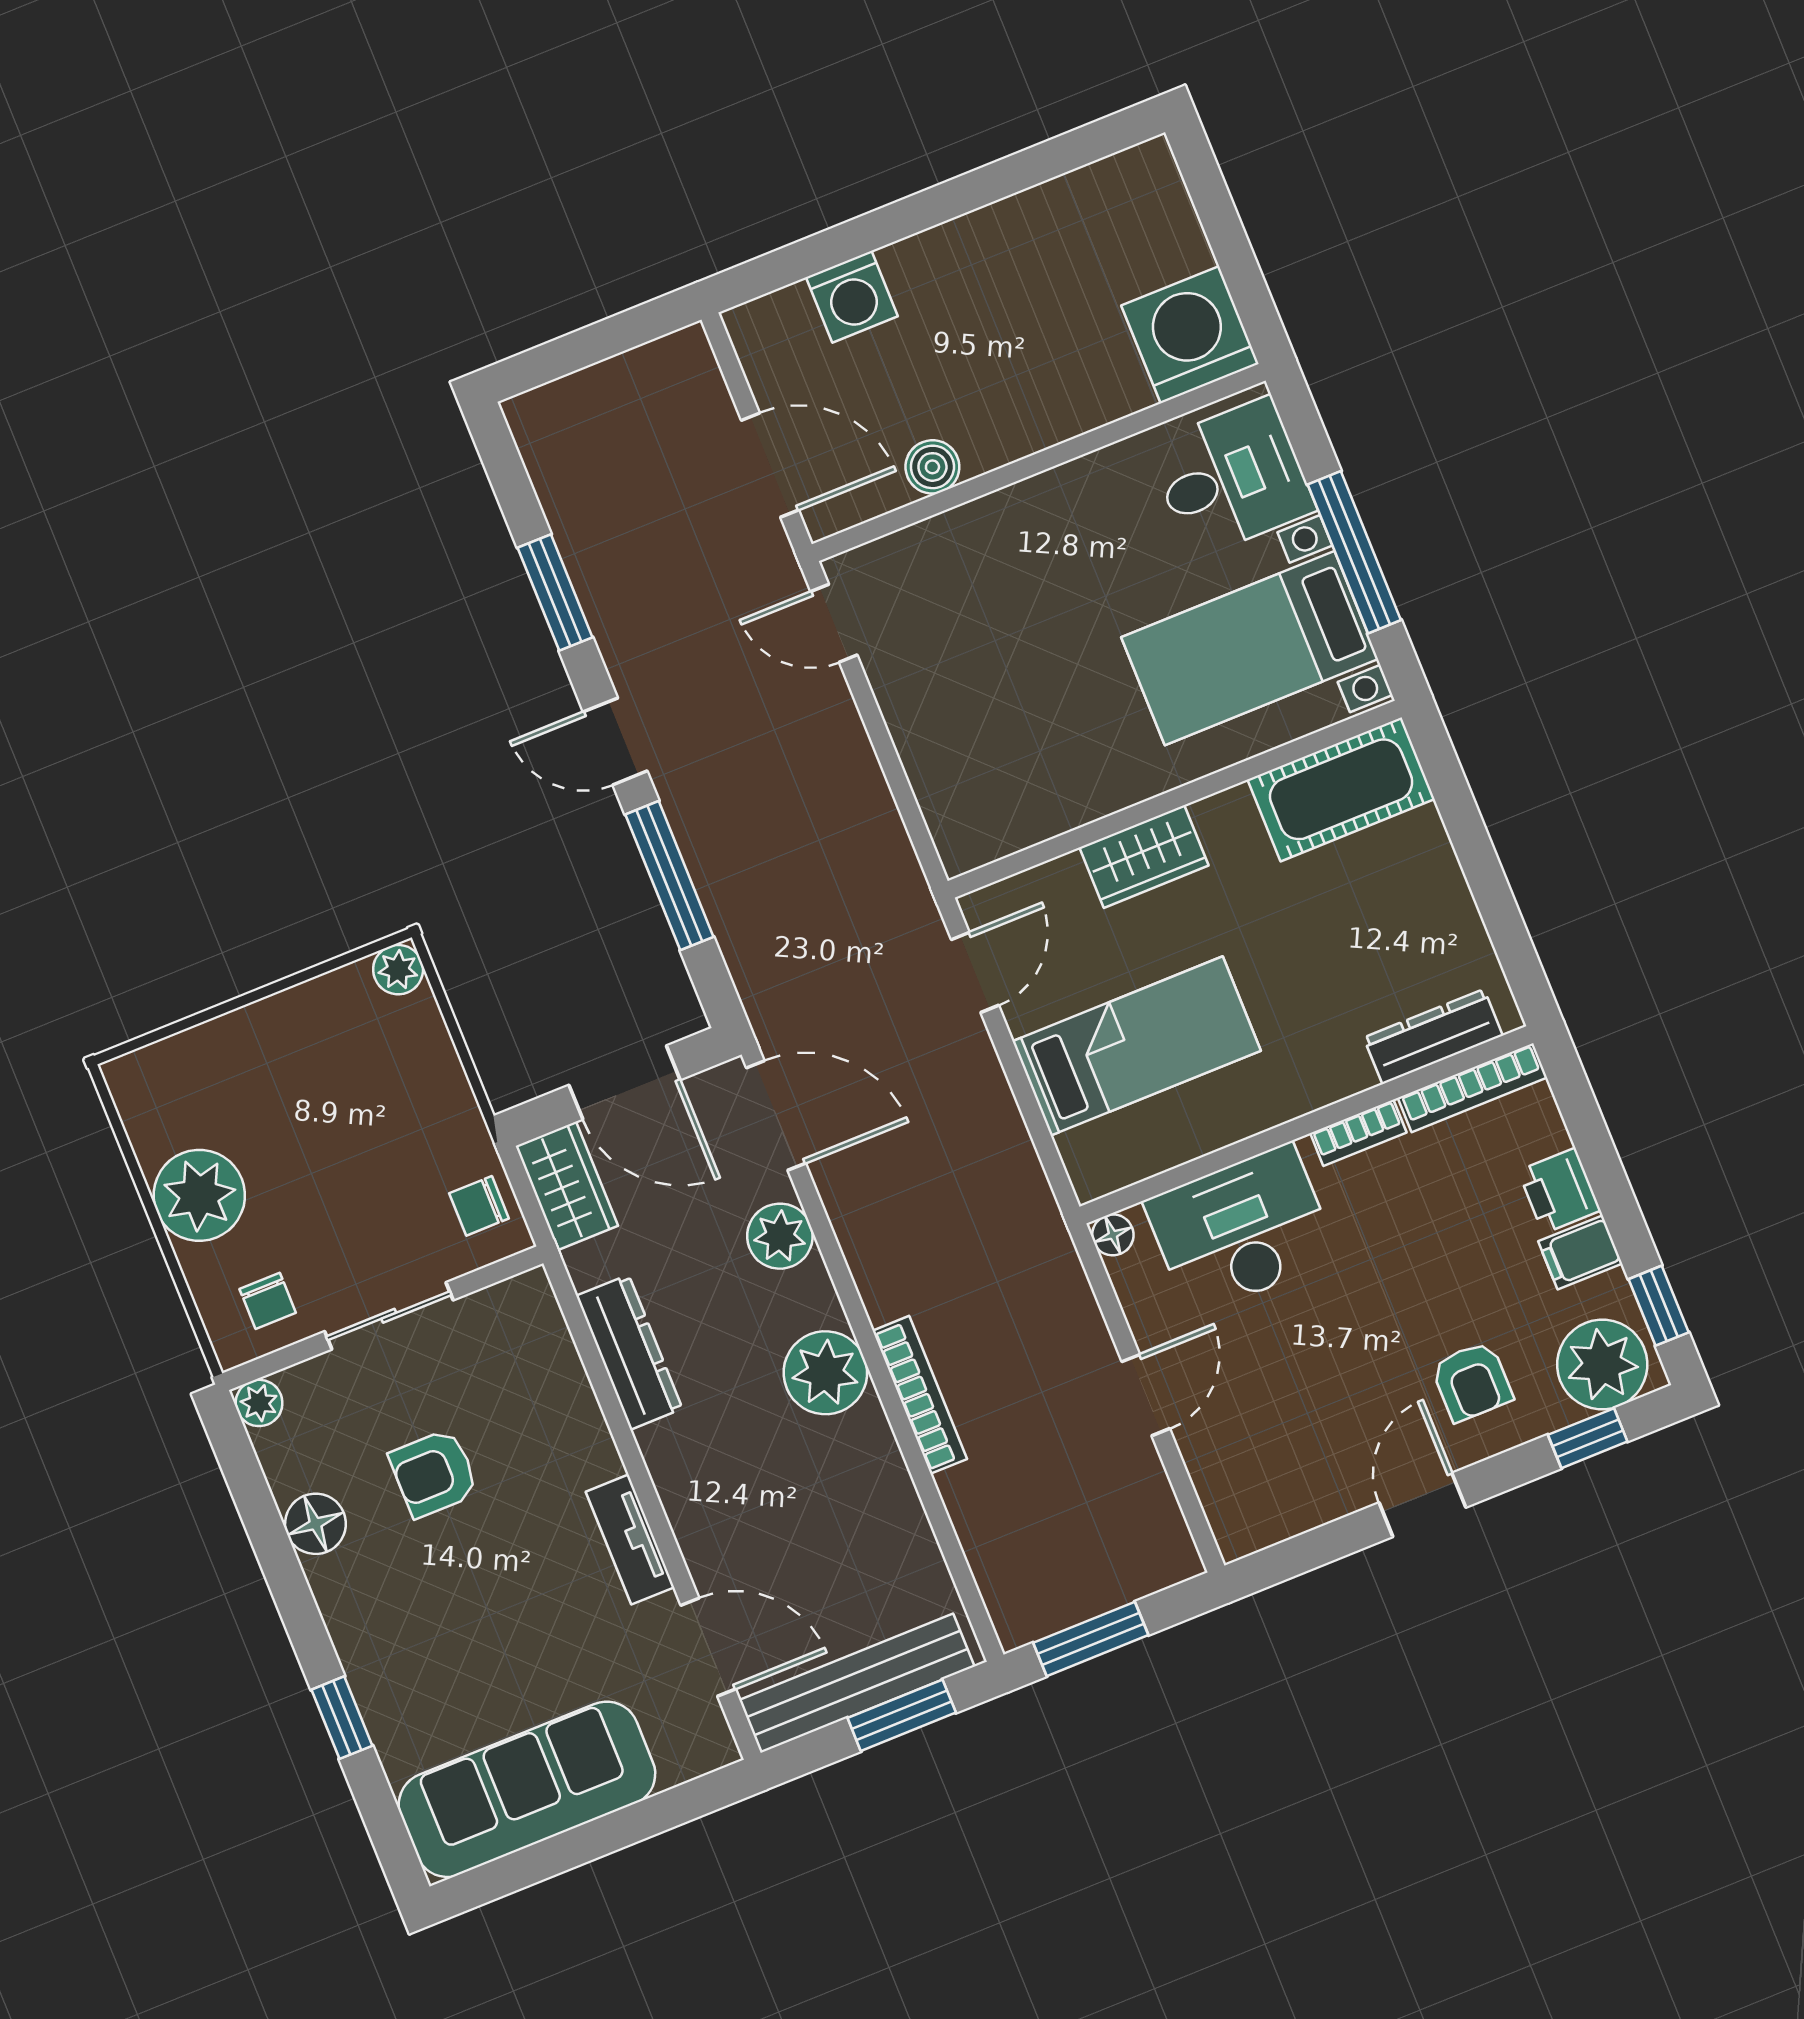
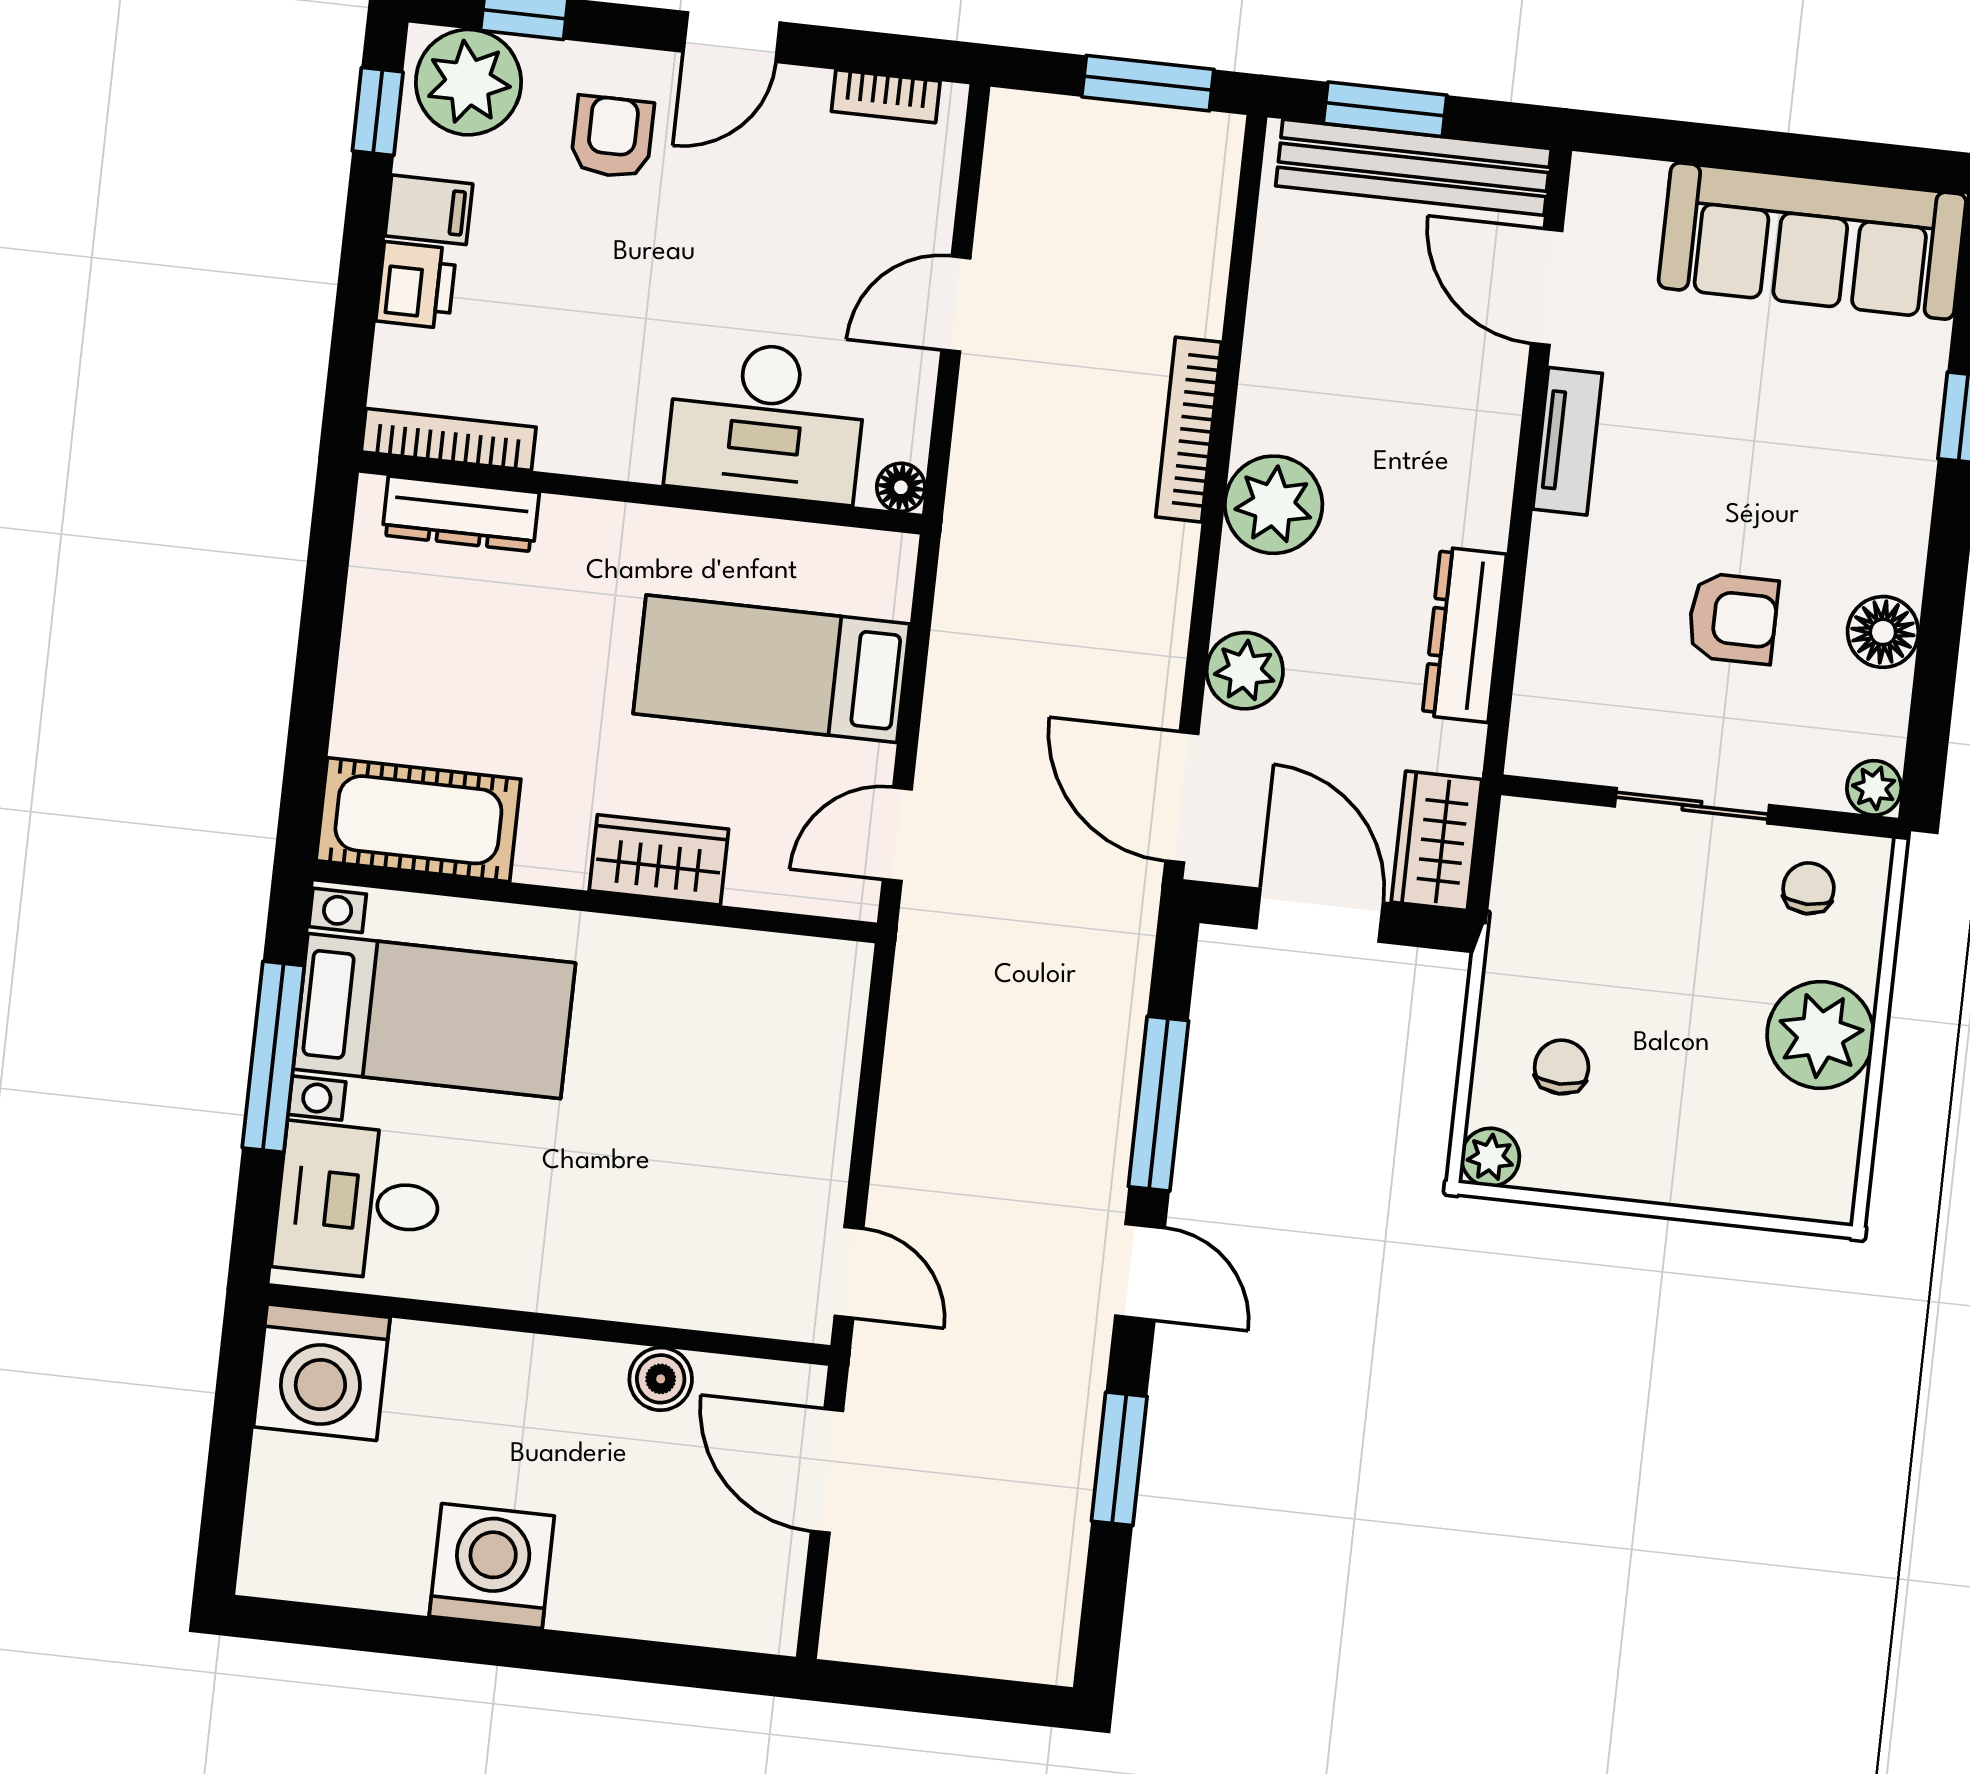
washing machine: (852, 297) -> (492, 1566), moved, width x1.37, depth x1.37
bookcase: (1358, 1133) -> (886, 96), moved, turned 180
chair: (479, 1206) -> (1562, 1067), moved, turned -90

